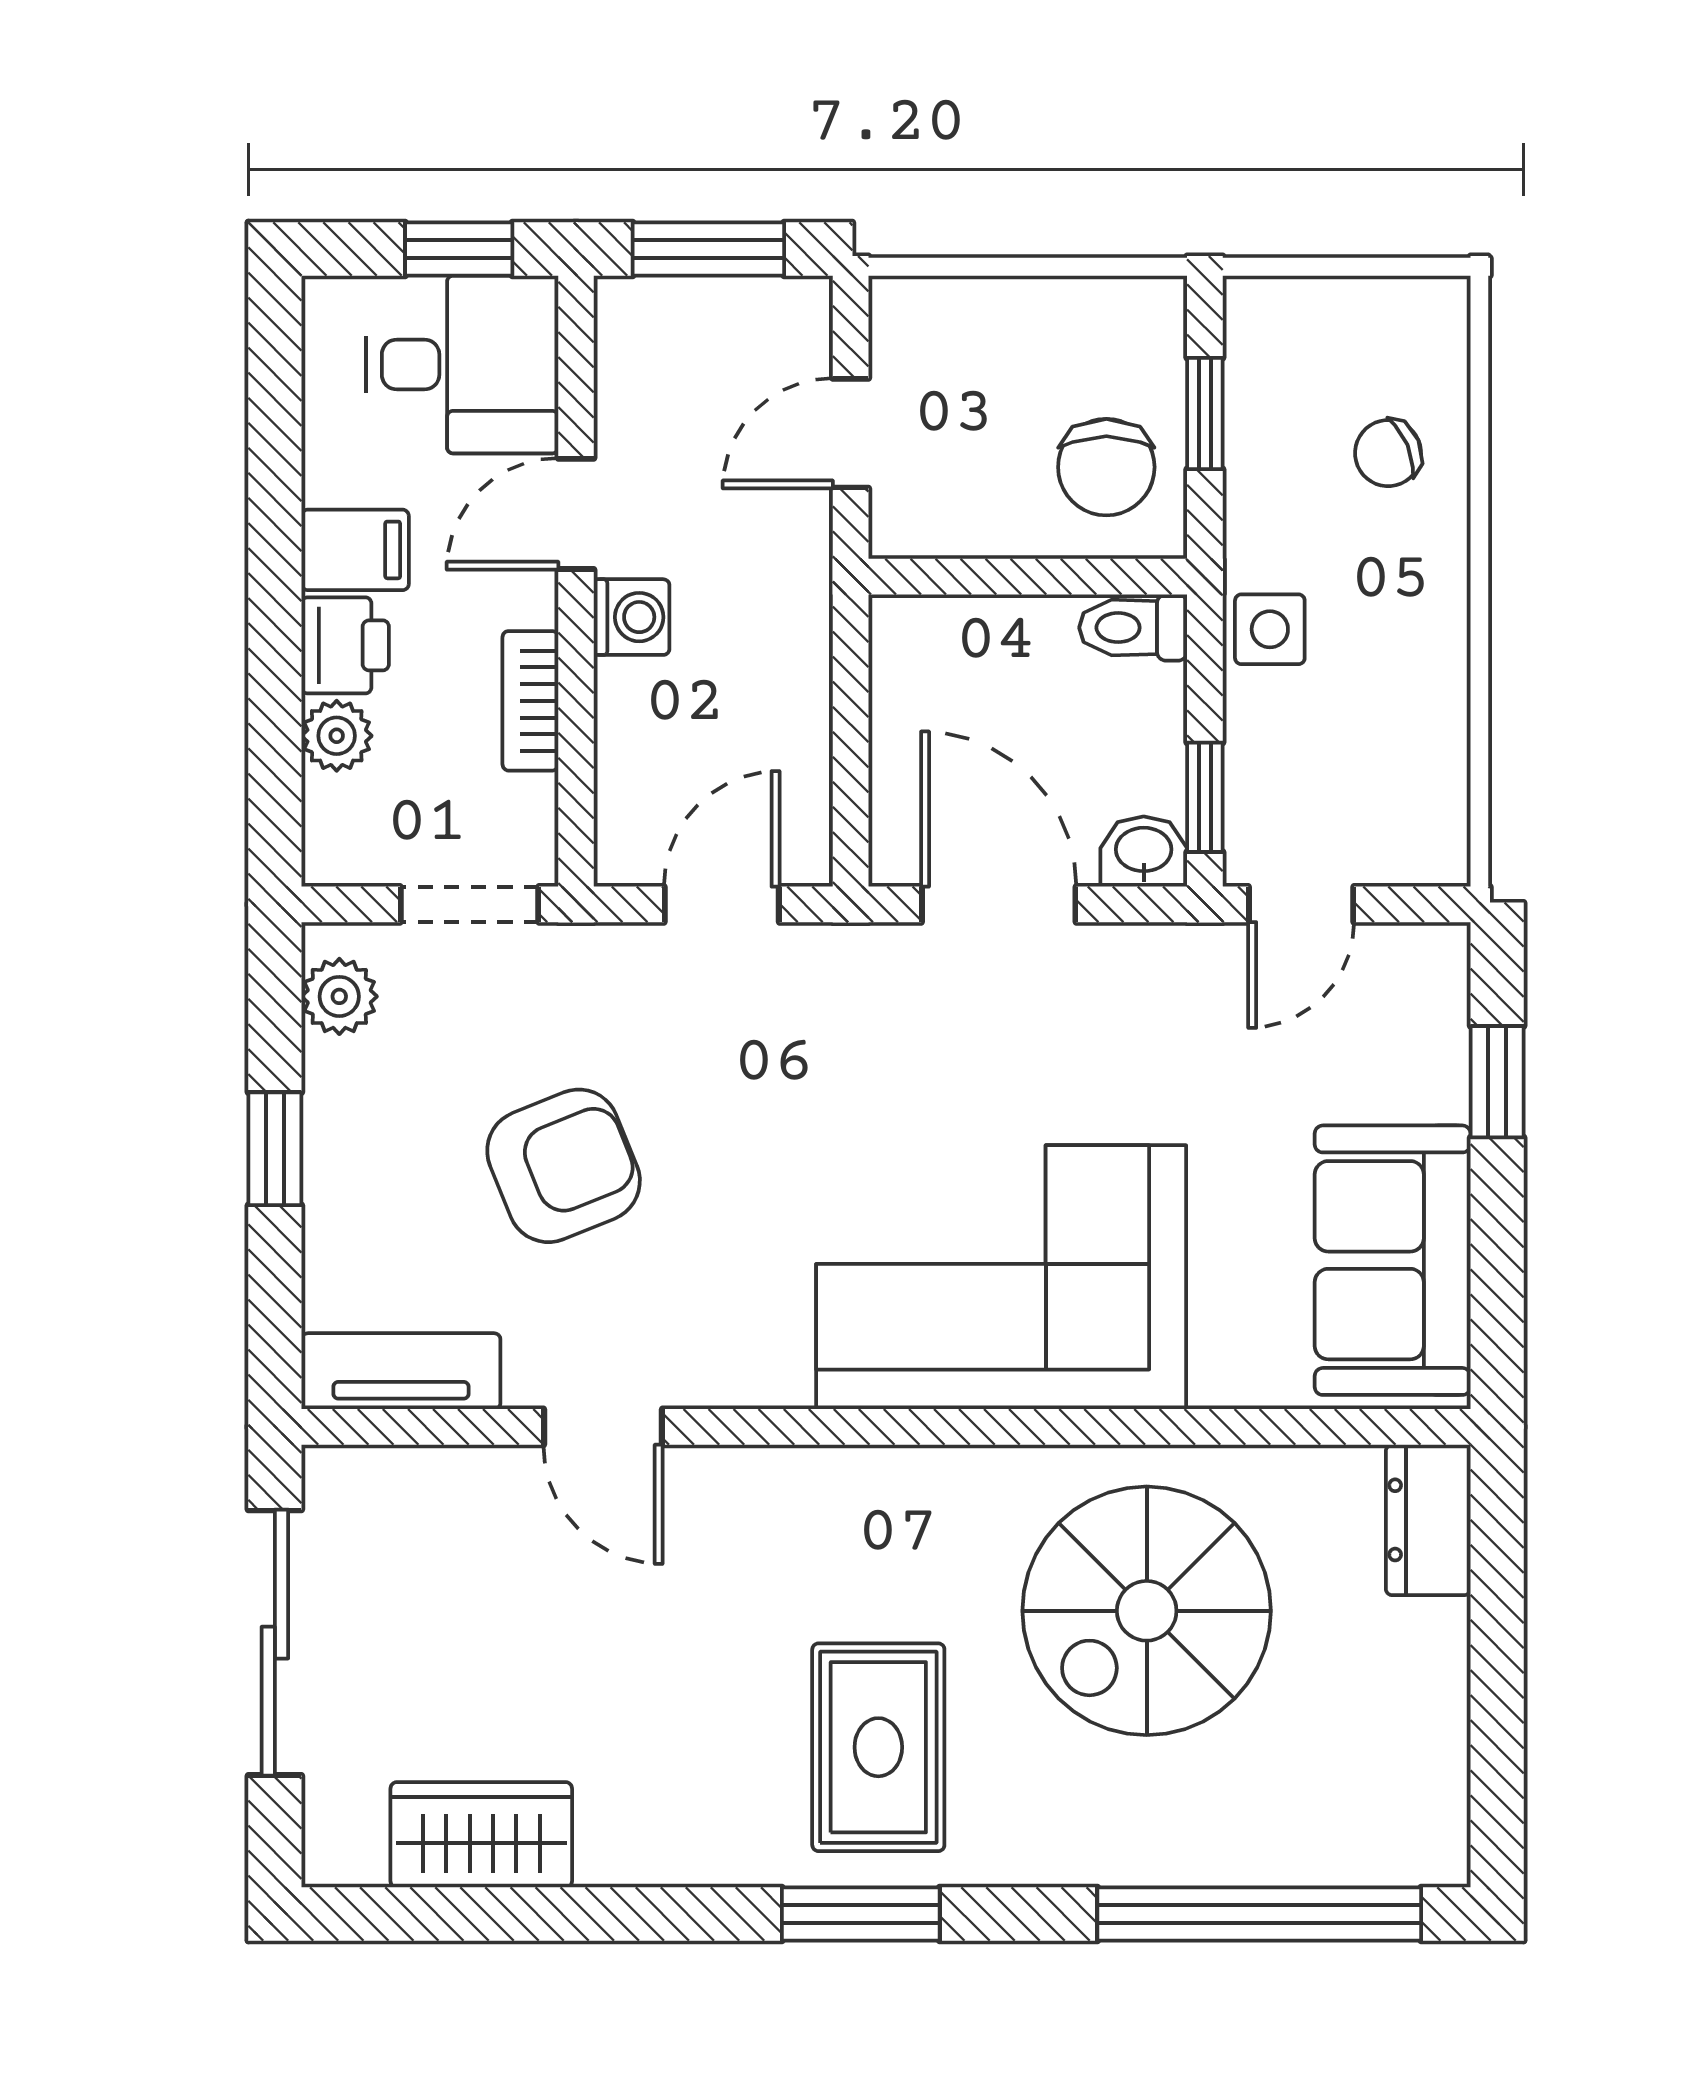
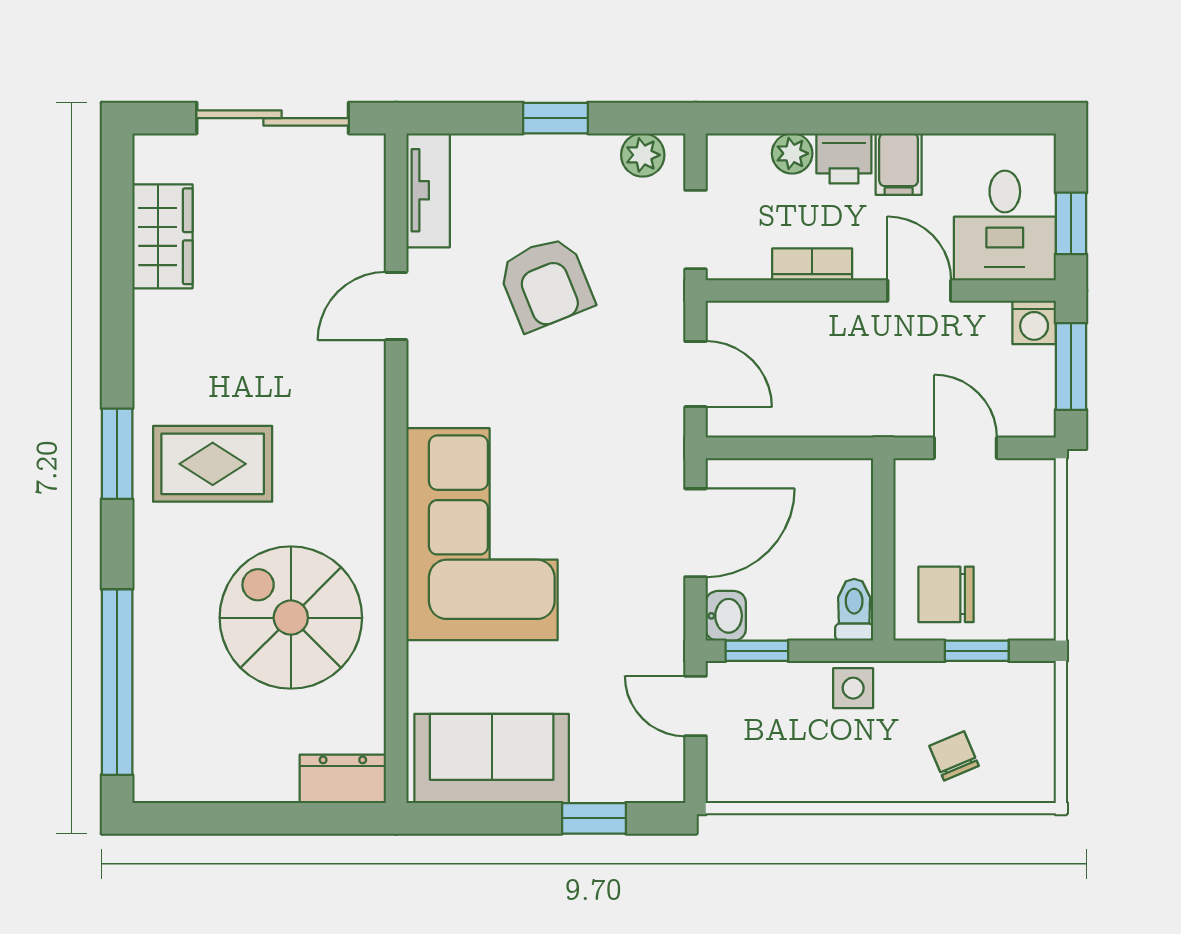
washing machine: (632, 617) -> (1034, 322), moved

